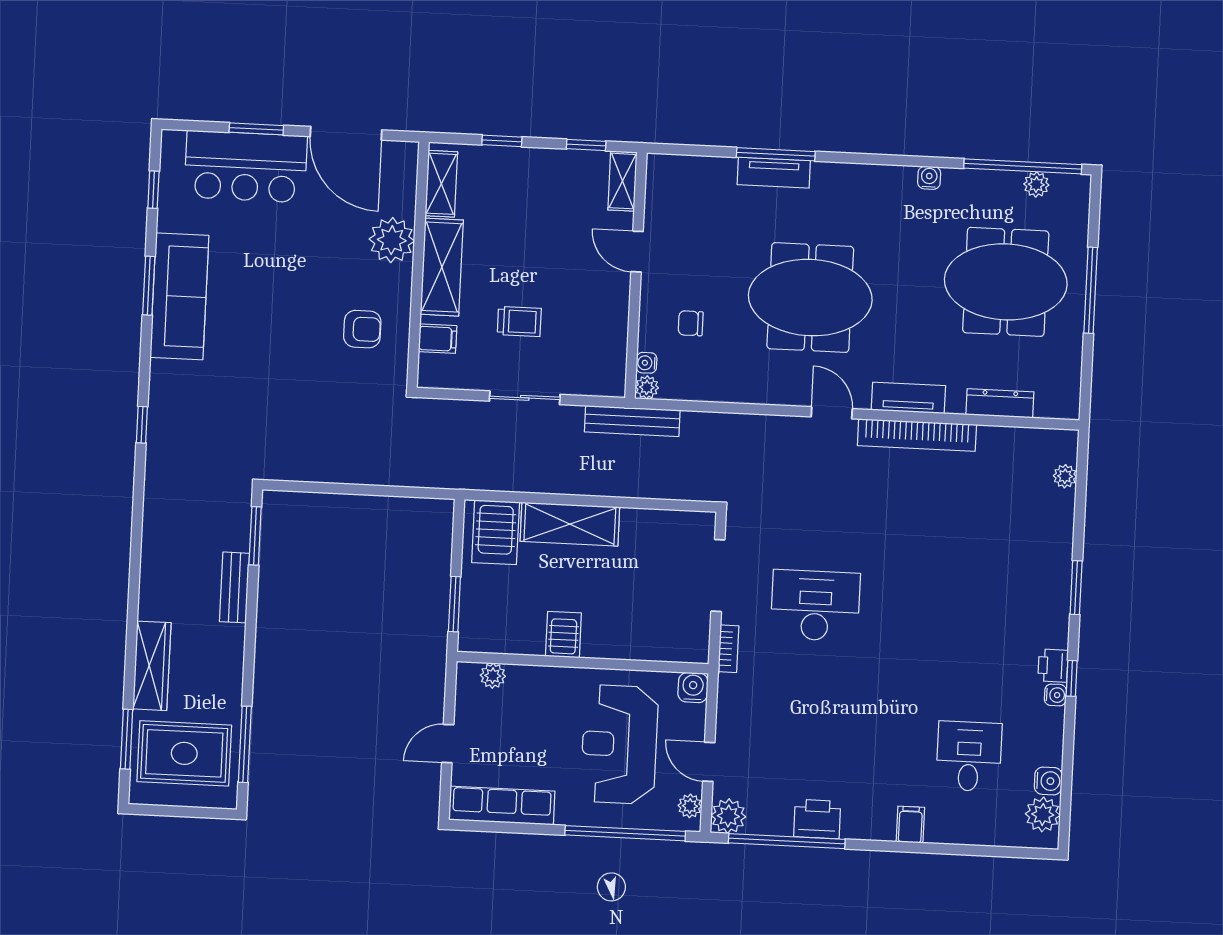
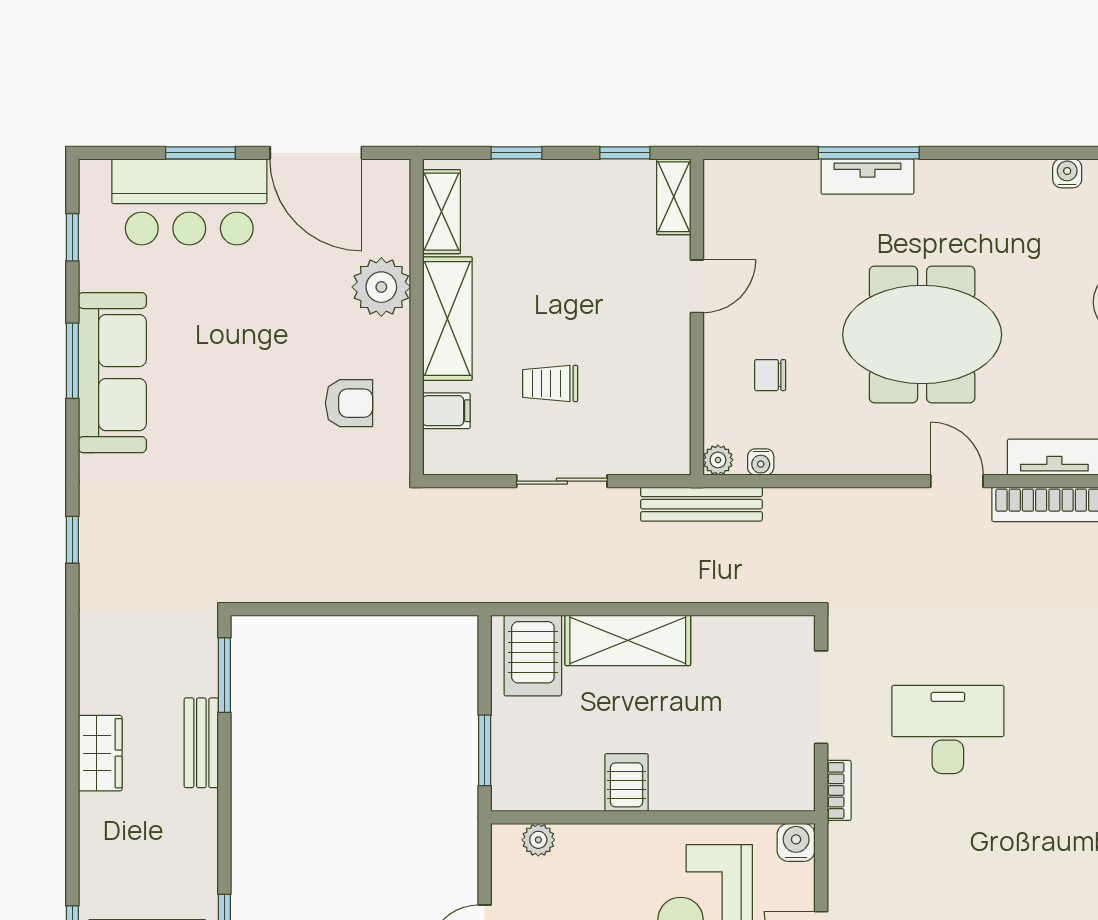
door: (637, 252) -> (697, 286), swing flipped
trolley: (519, 321) -> (550, 383), turned 180
water cooler: (646, 363) -> (761, 462), moved, turned -90
wardrobe: (152, 666) -> (100, 753), moved, width x0.67

